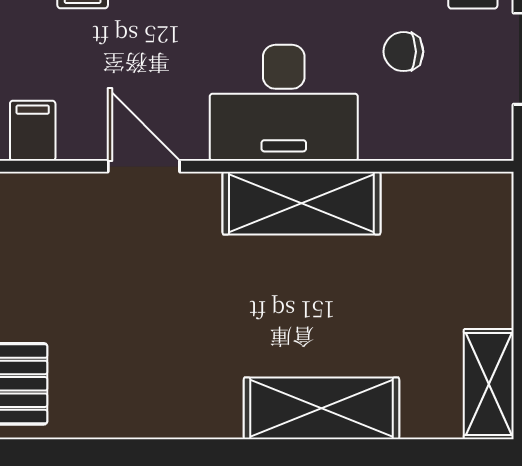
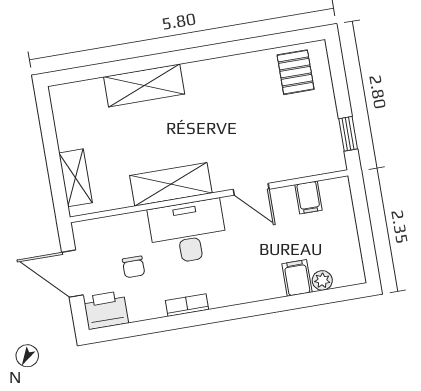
chair: (403, 52) -> (134, 267), turned 90
shelving: (489, 384) -> (76, 178), moved

